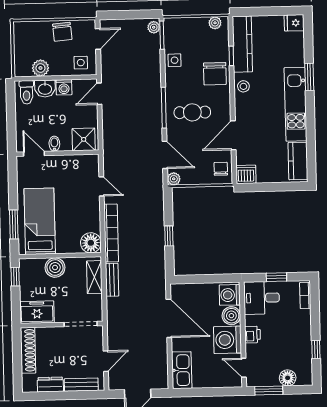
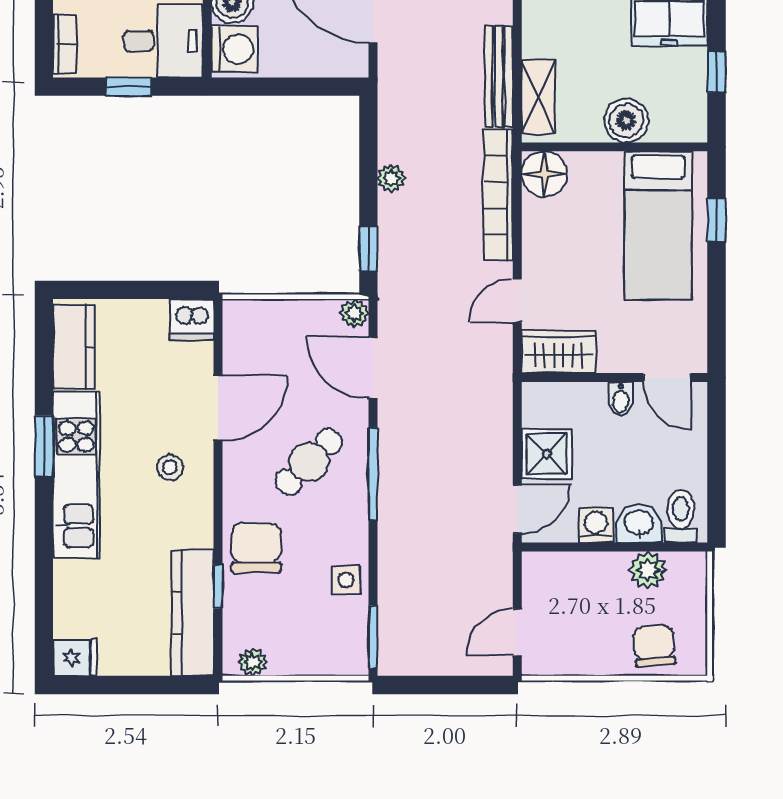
plant: (154, 27) -> (391, 178), moved
chair: (62, 32) -> (654, 646), moved
side table: (81, 63) -> (557, 580), removed
window: (309, 77) -> (44, 446), moved
stool: (243, 86) -> (170, 467), moved
cafe table: (192, 112) -> (309, 462), turned -45
shower: (84, 139) -> (547, 454), moved
wardrobe: (83, 164) -> (559, 352), added
chair: (221, 169) -> (248, 334), removed
door: (101, 186) -> (517, 300), hinge flipped
window: (14, 224) -> (716, 220), width x0.67
window: (169, 236) -> (368, 249), moved
window: (15, 277) -> (716, 72), moved
bench: (112, 280) -> (499, 76), width x1.36

